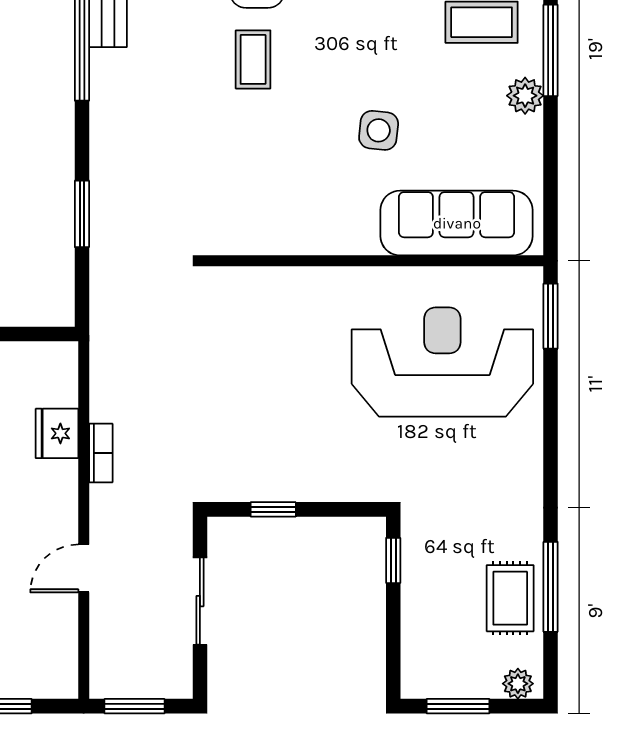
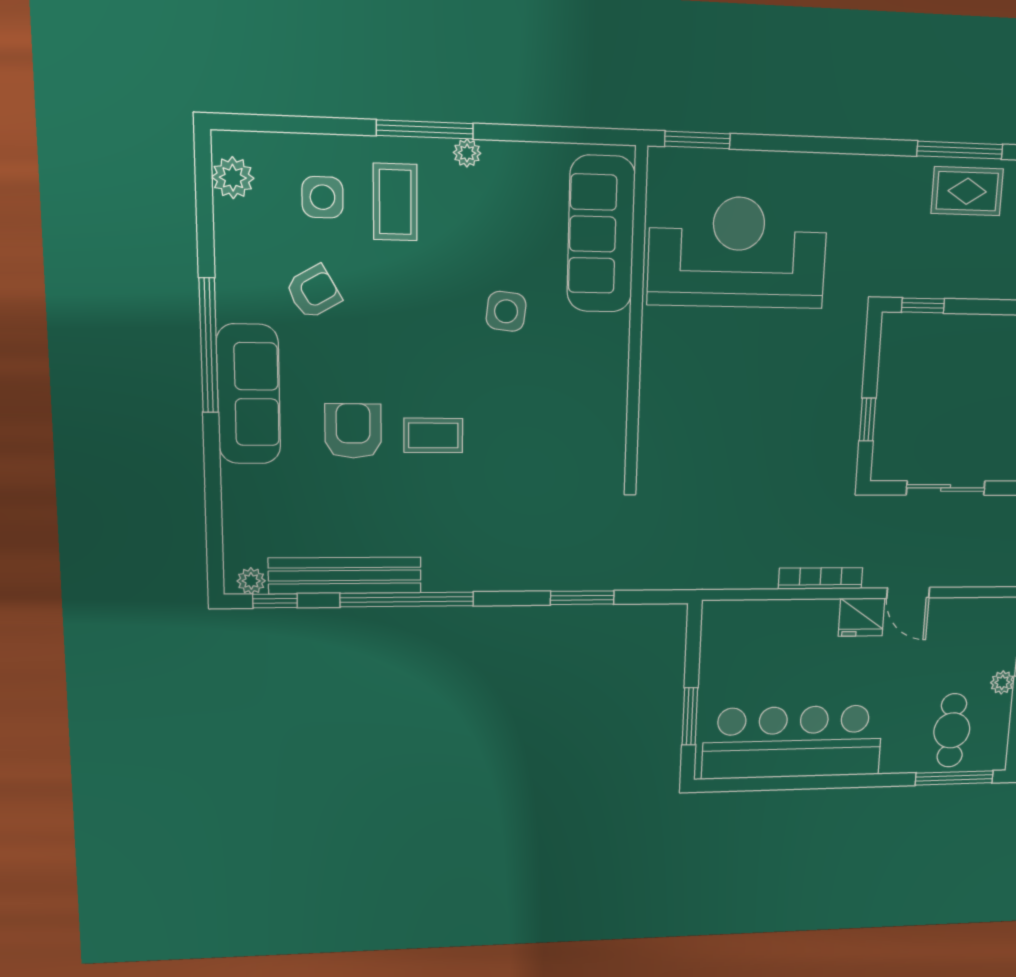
plant: (525, 96) -> (467, 153), width x0.73, depth x0.73
reception desk: (442, 362) -> (738, 252), turned 90
fridge: (57, 433) -> (861, 617), moved
bookcase: (101, 453) -> (820, 578), width x1.56

